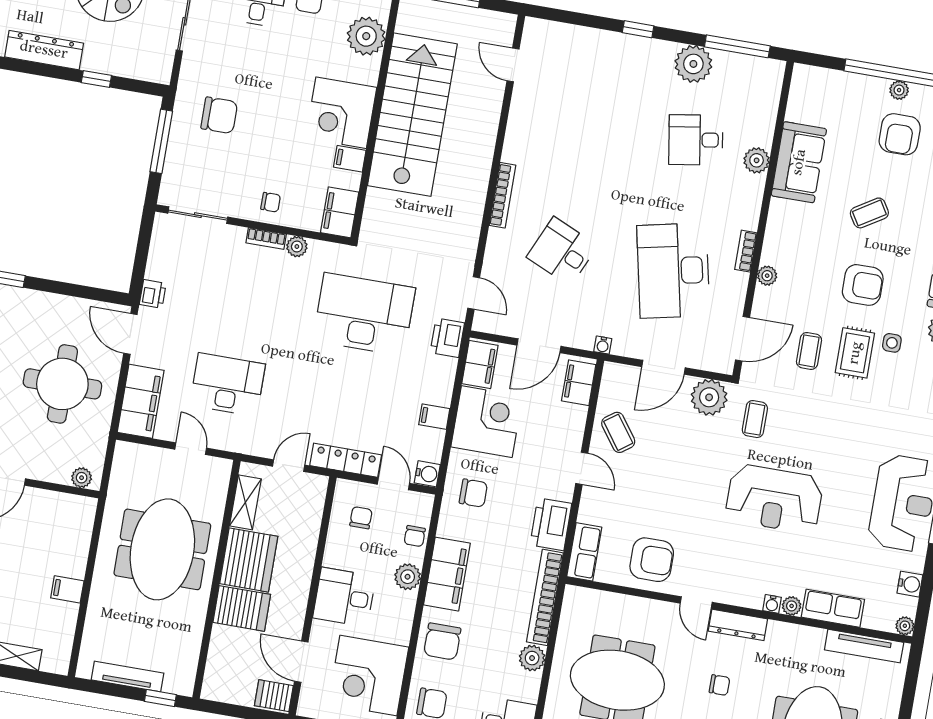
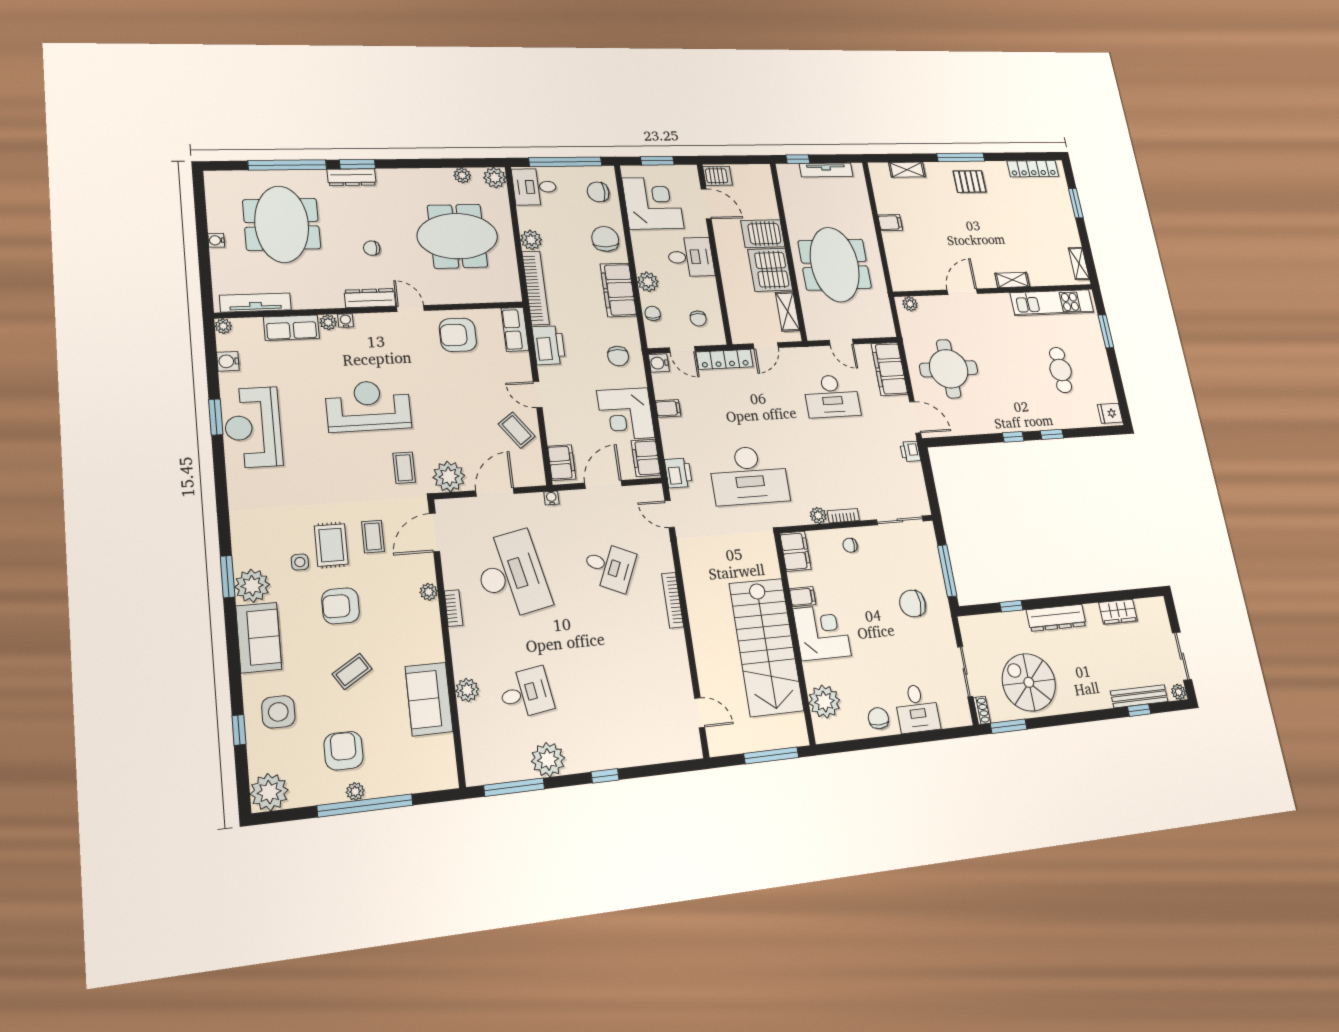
chair: (473, 493) -> (618, 356), turned -90

